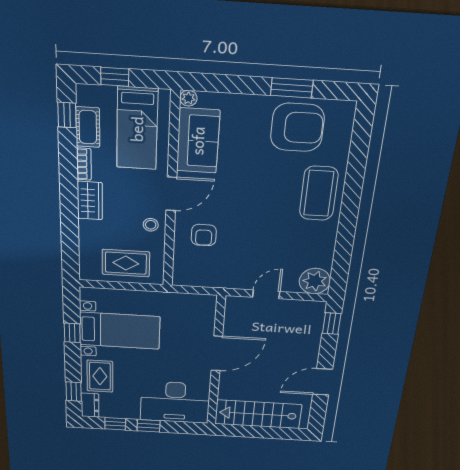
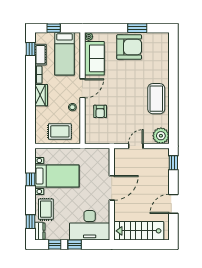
armchair: (297, 127) -> (129, 47), moved
coffee table: (319, 193) -> (156, 99), moved

